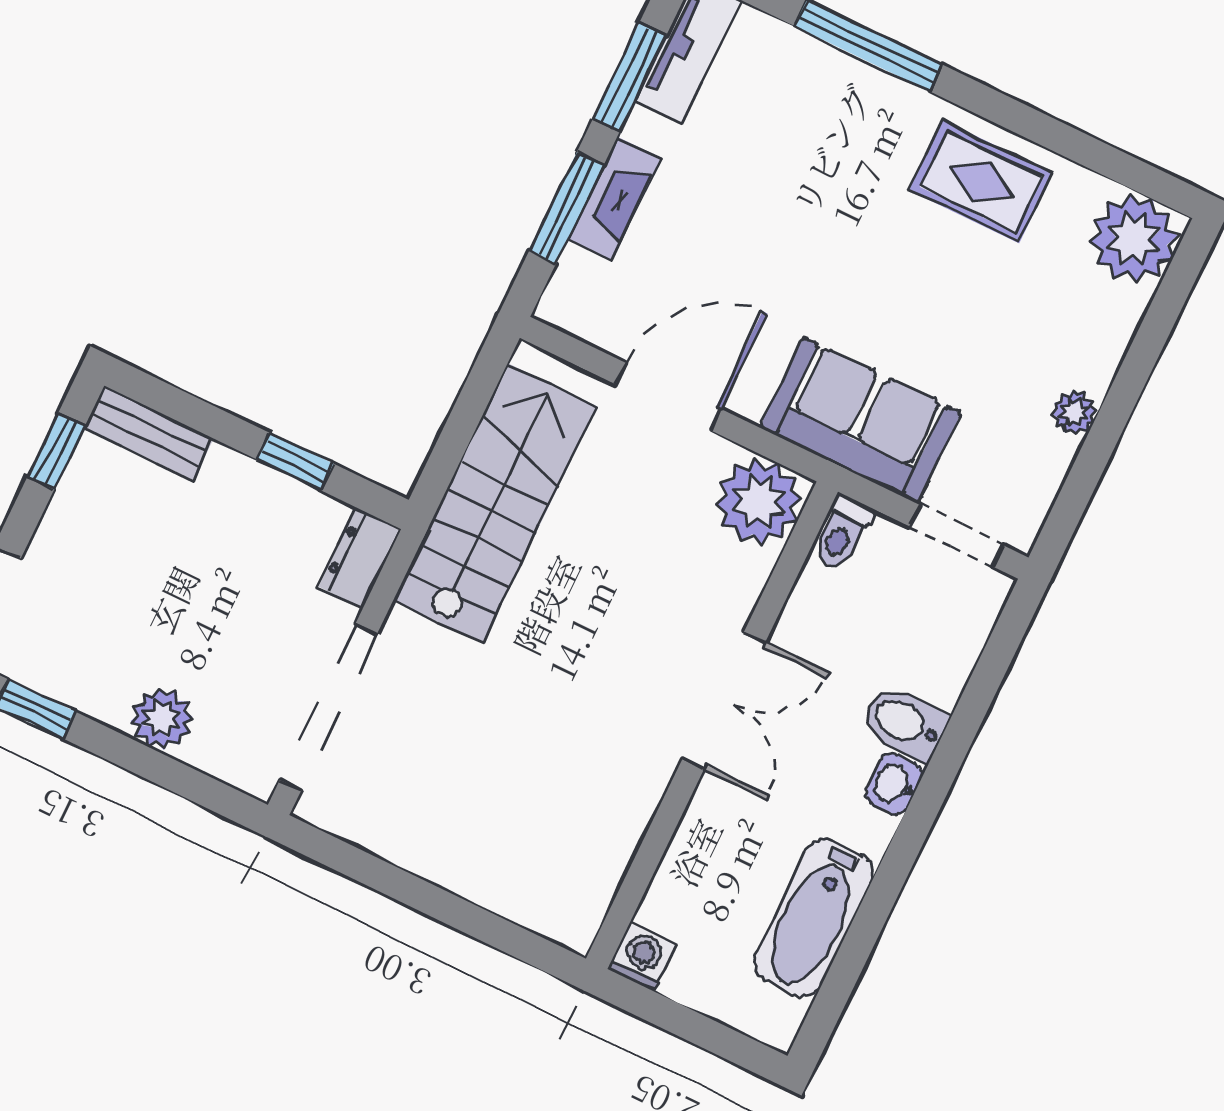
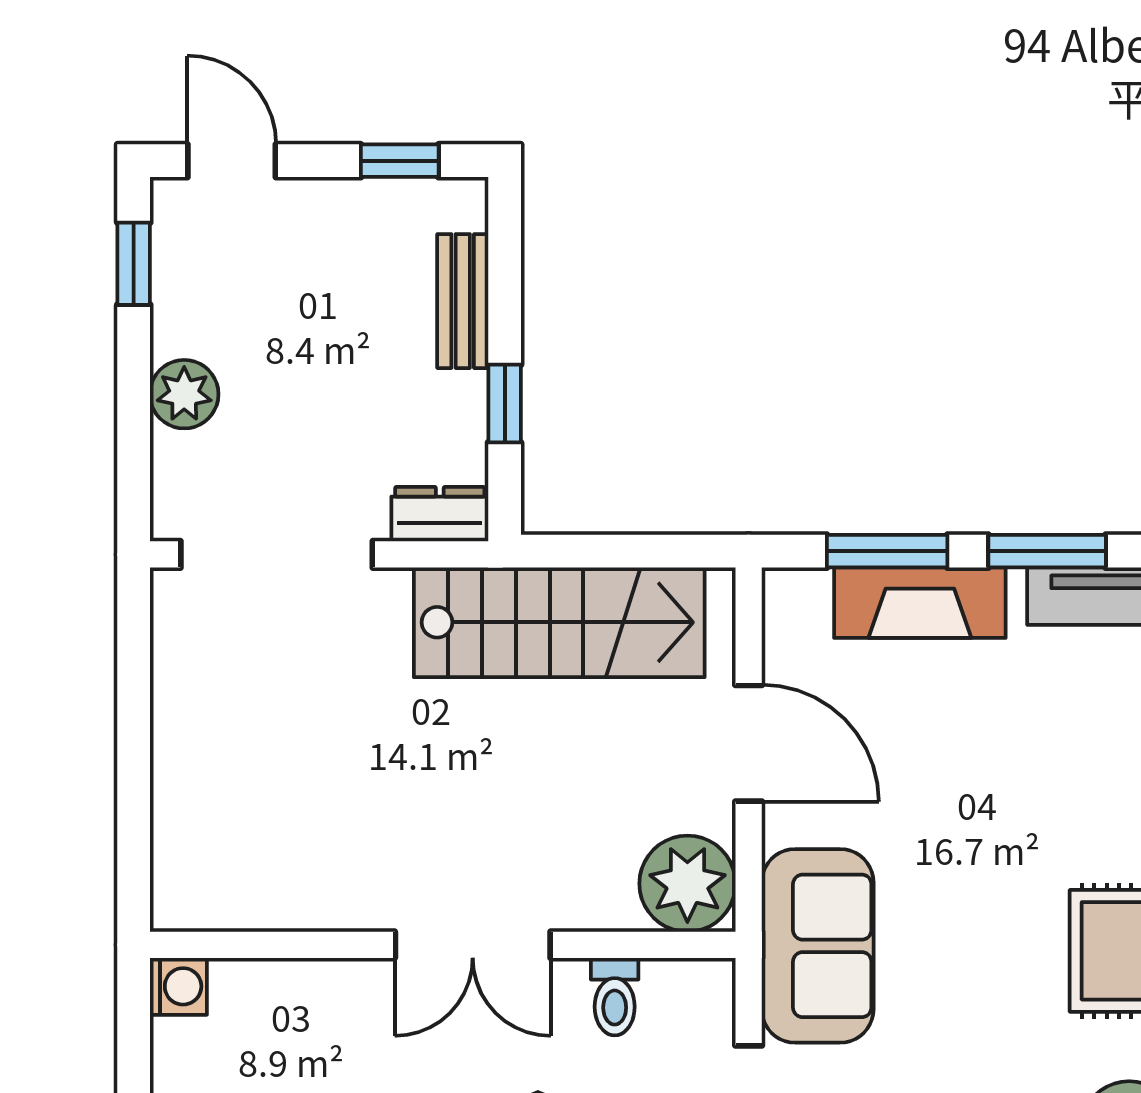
fireplace: (614, 198) -> (920, 603), width x1.37, depth x1.32
bench: (149, 433) -> (463, 301), moved
toilet: (842, 533) -> (615, 997), moved, turned -90

